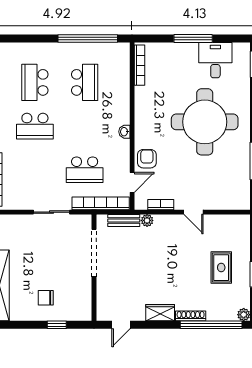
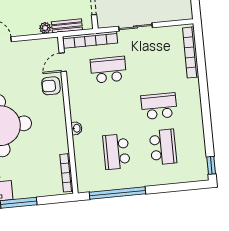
washbasin: (124, 132) -> (76, 128), moved
armchair: (147, 159) -> (51, 86), turned 90
bookcase: (161, 205) -> (34, 44), removed

